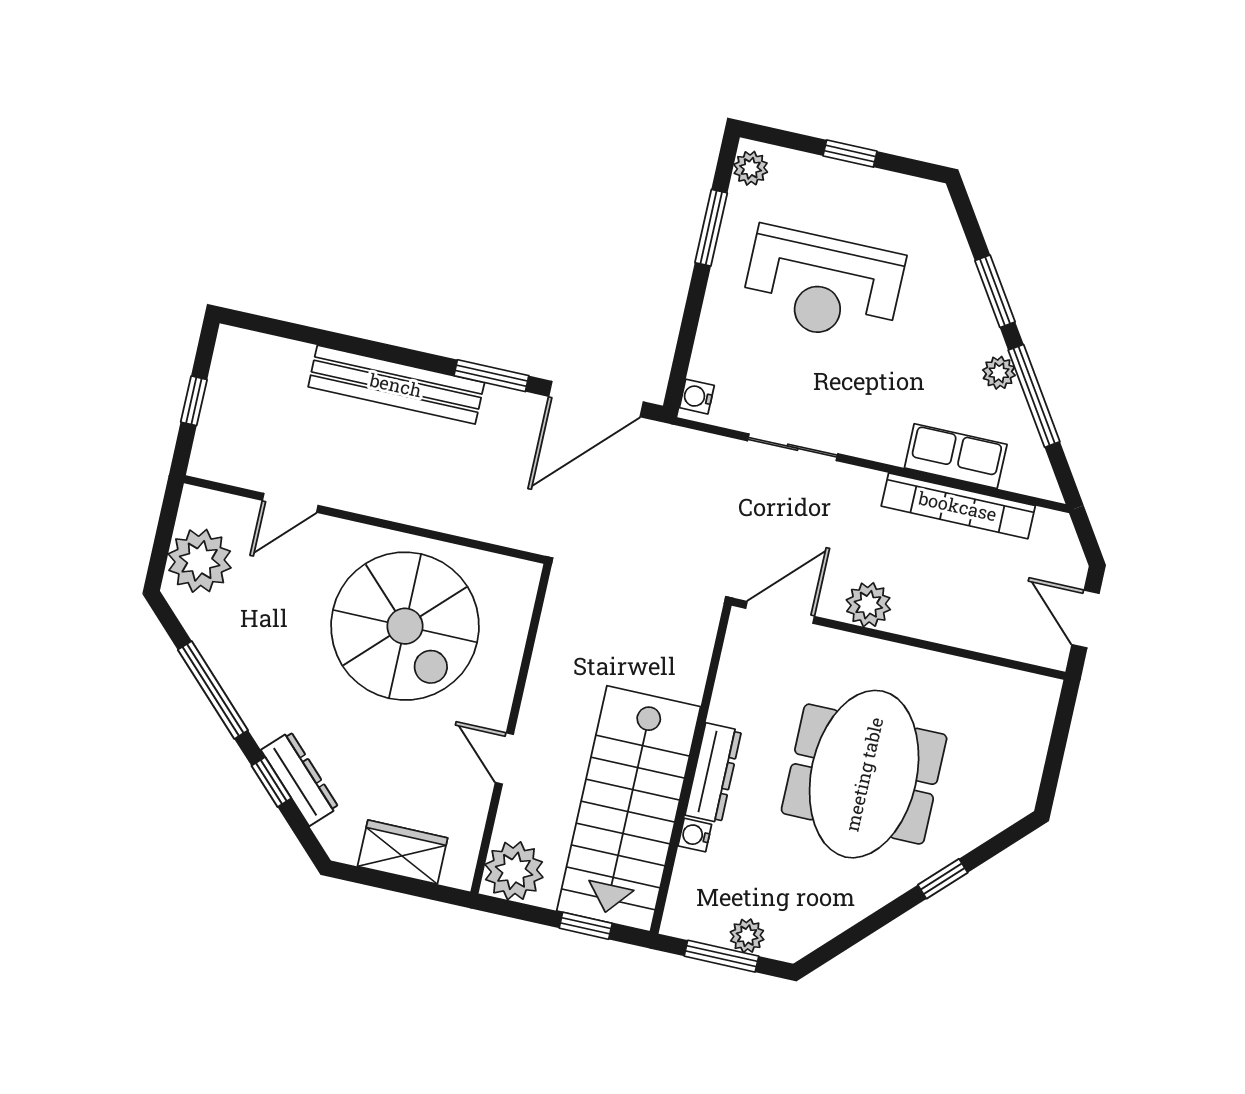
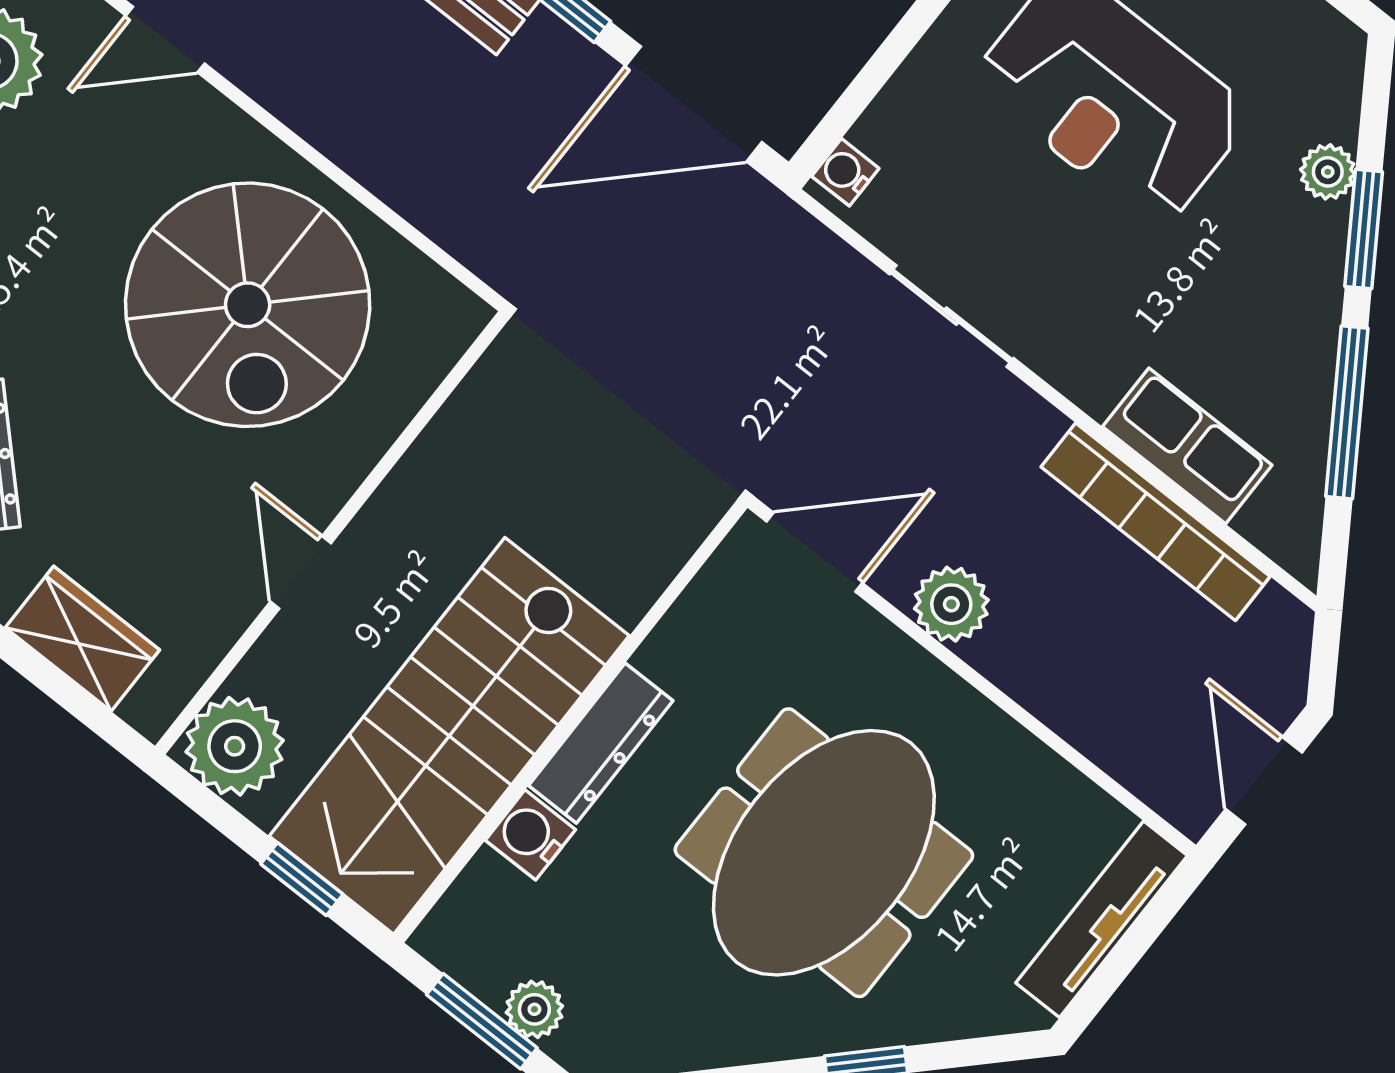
plant: (999, 373) -> (1328, 172), moved
tv unit: (1033, 737) -> (1102, 919), added
water cooler: (695, 835) -> (530, 835), width x1.38, depth x1.38

